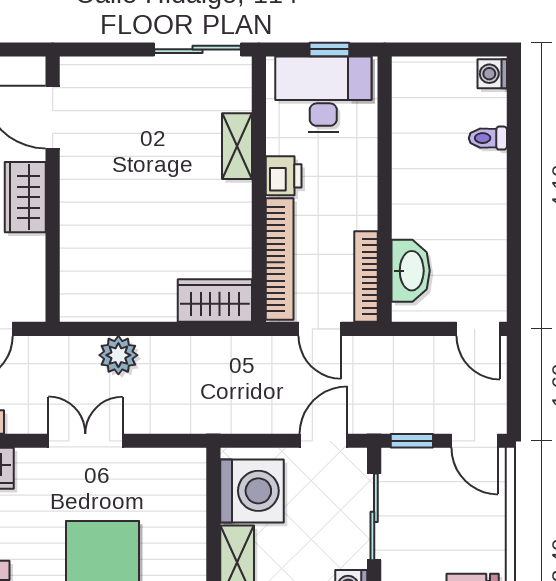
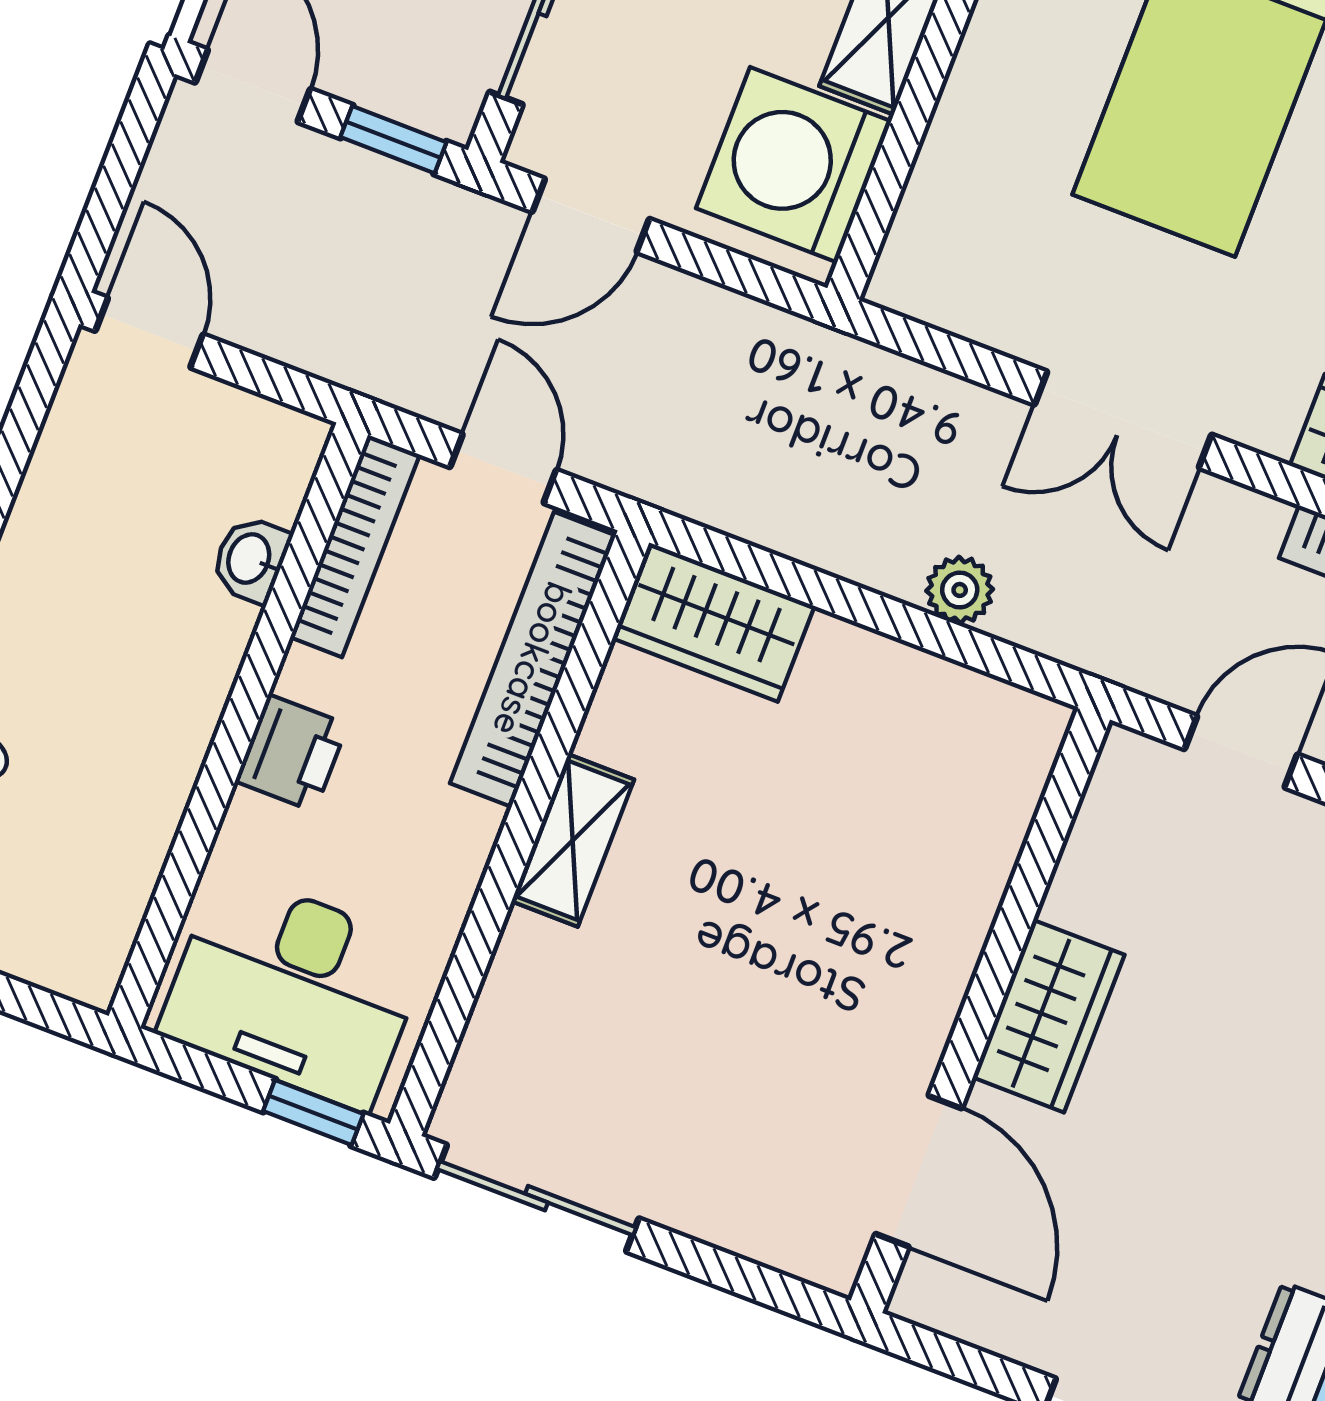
window: (329, 49) -> (313, 1113), moved
shelving: (237, 146) -> (573, 840), moved
printer: (284, 176) -> (291, 753), moved, turned 180
washbasin: (411, 271) -> (251, 559), width x0.52, depth x0.69
plant: (118, 355) -> (960, 590), width x0.73, depth x0.73

